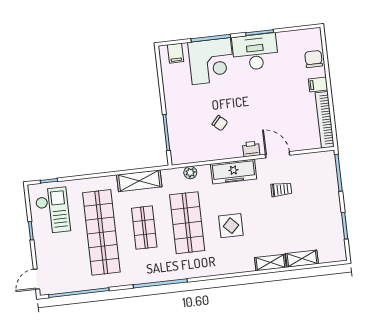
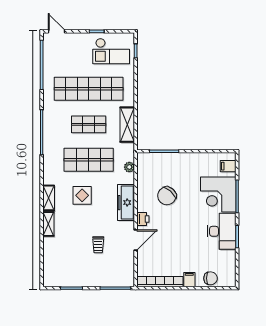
chair: (220, 123) -> (167, 196), width x1.87, depth x1.87
trolley: (281, 189) -> (98, 245), moved
shelving: (302, 259) -> (49, 198), moved

